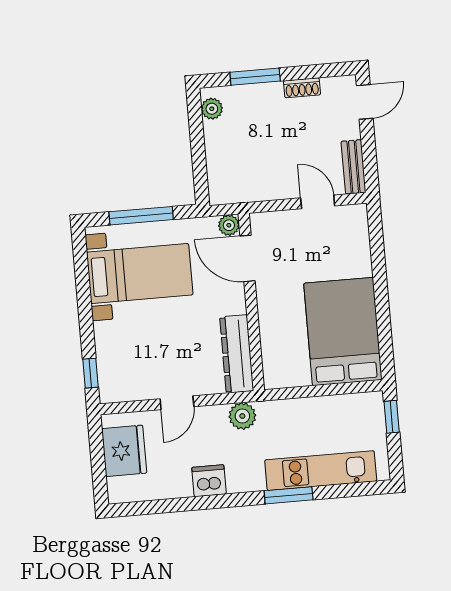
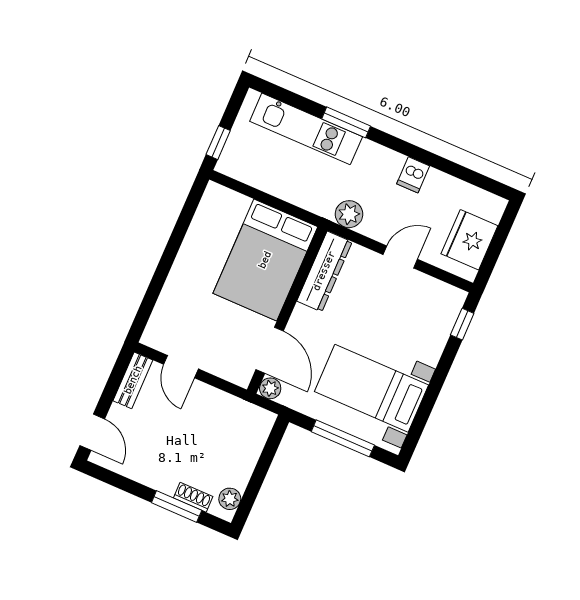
shoe rack: (302, 88) -> (193, 497), moved
door: (365, 102) -> (92, 432), swing flipped
bed: (343, 332) -> (265, 260), moved
dishwasher: (209, 481) -> (413, 175), width x0.73

